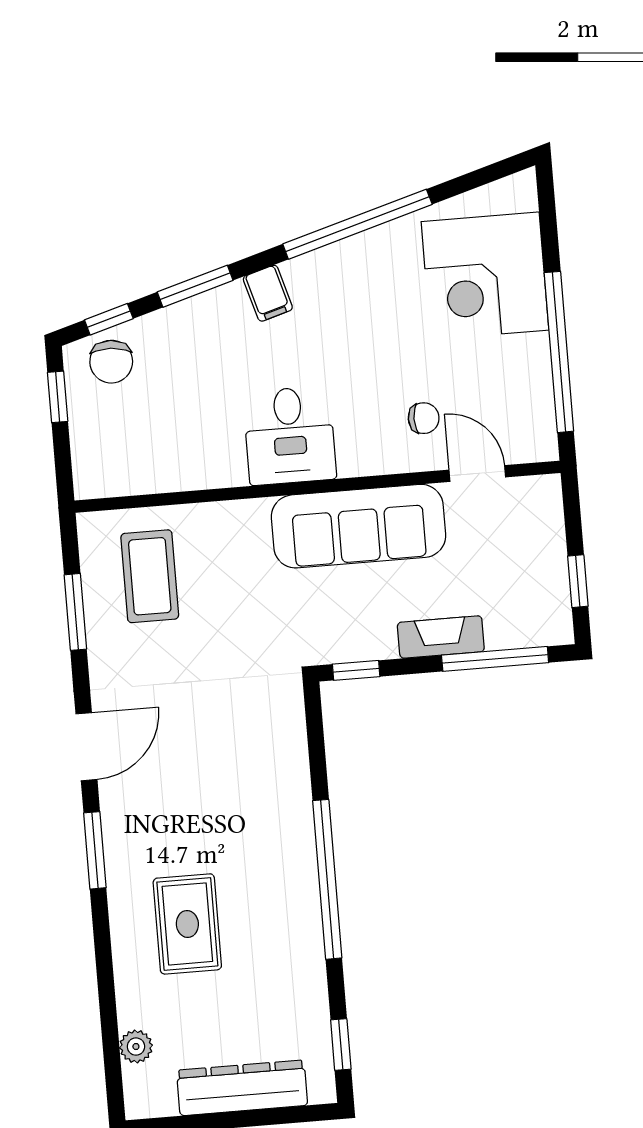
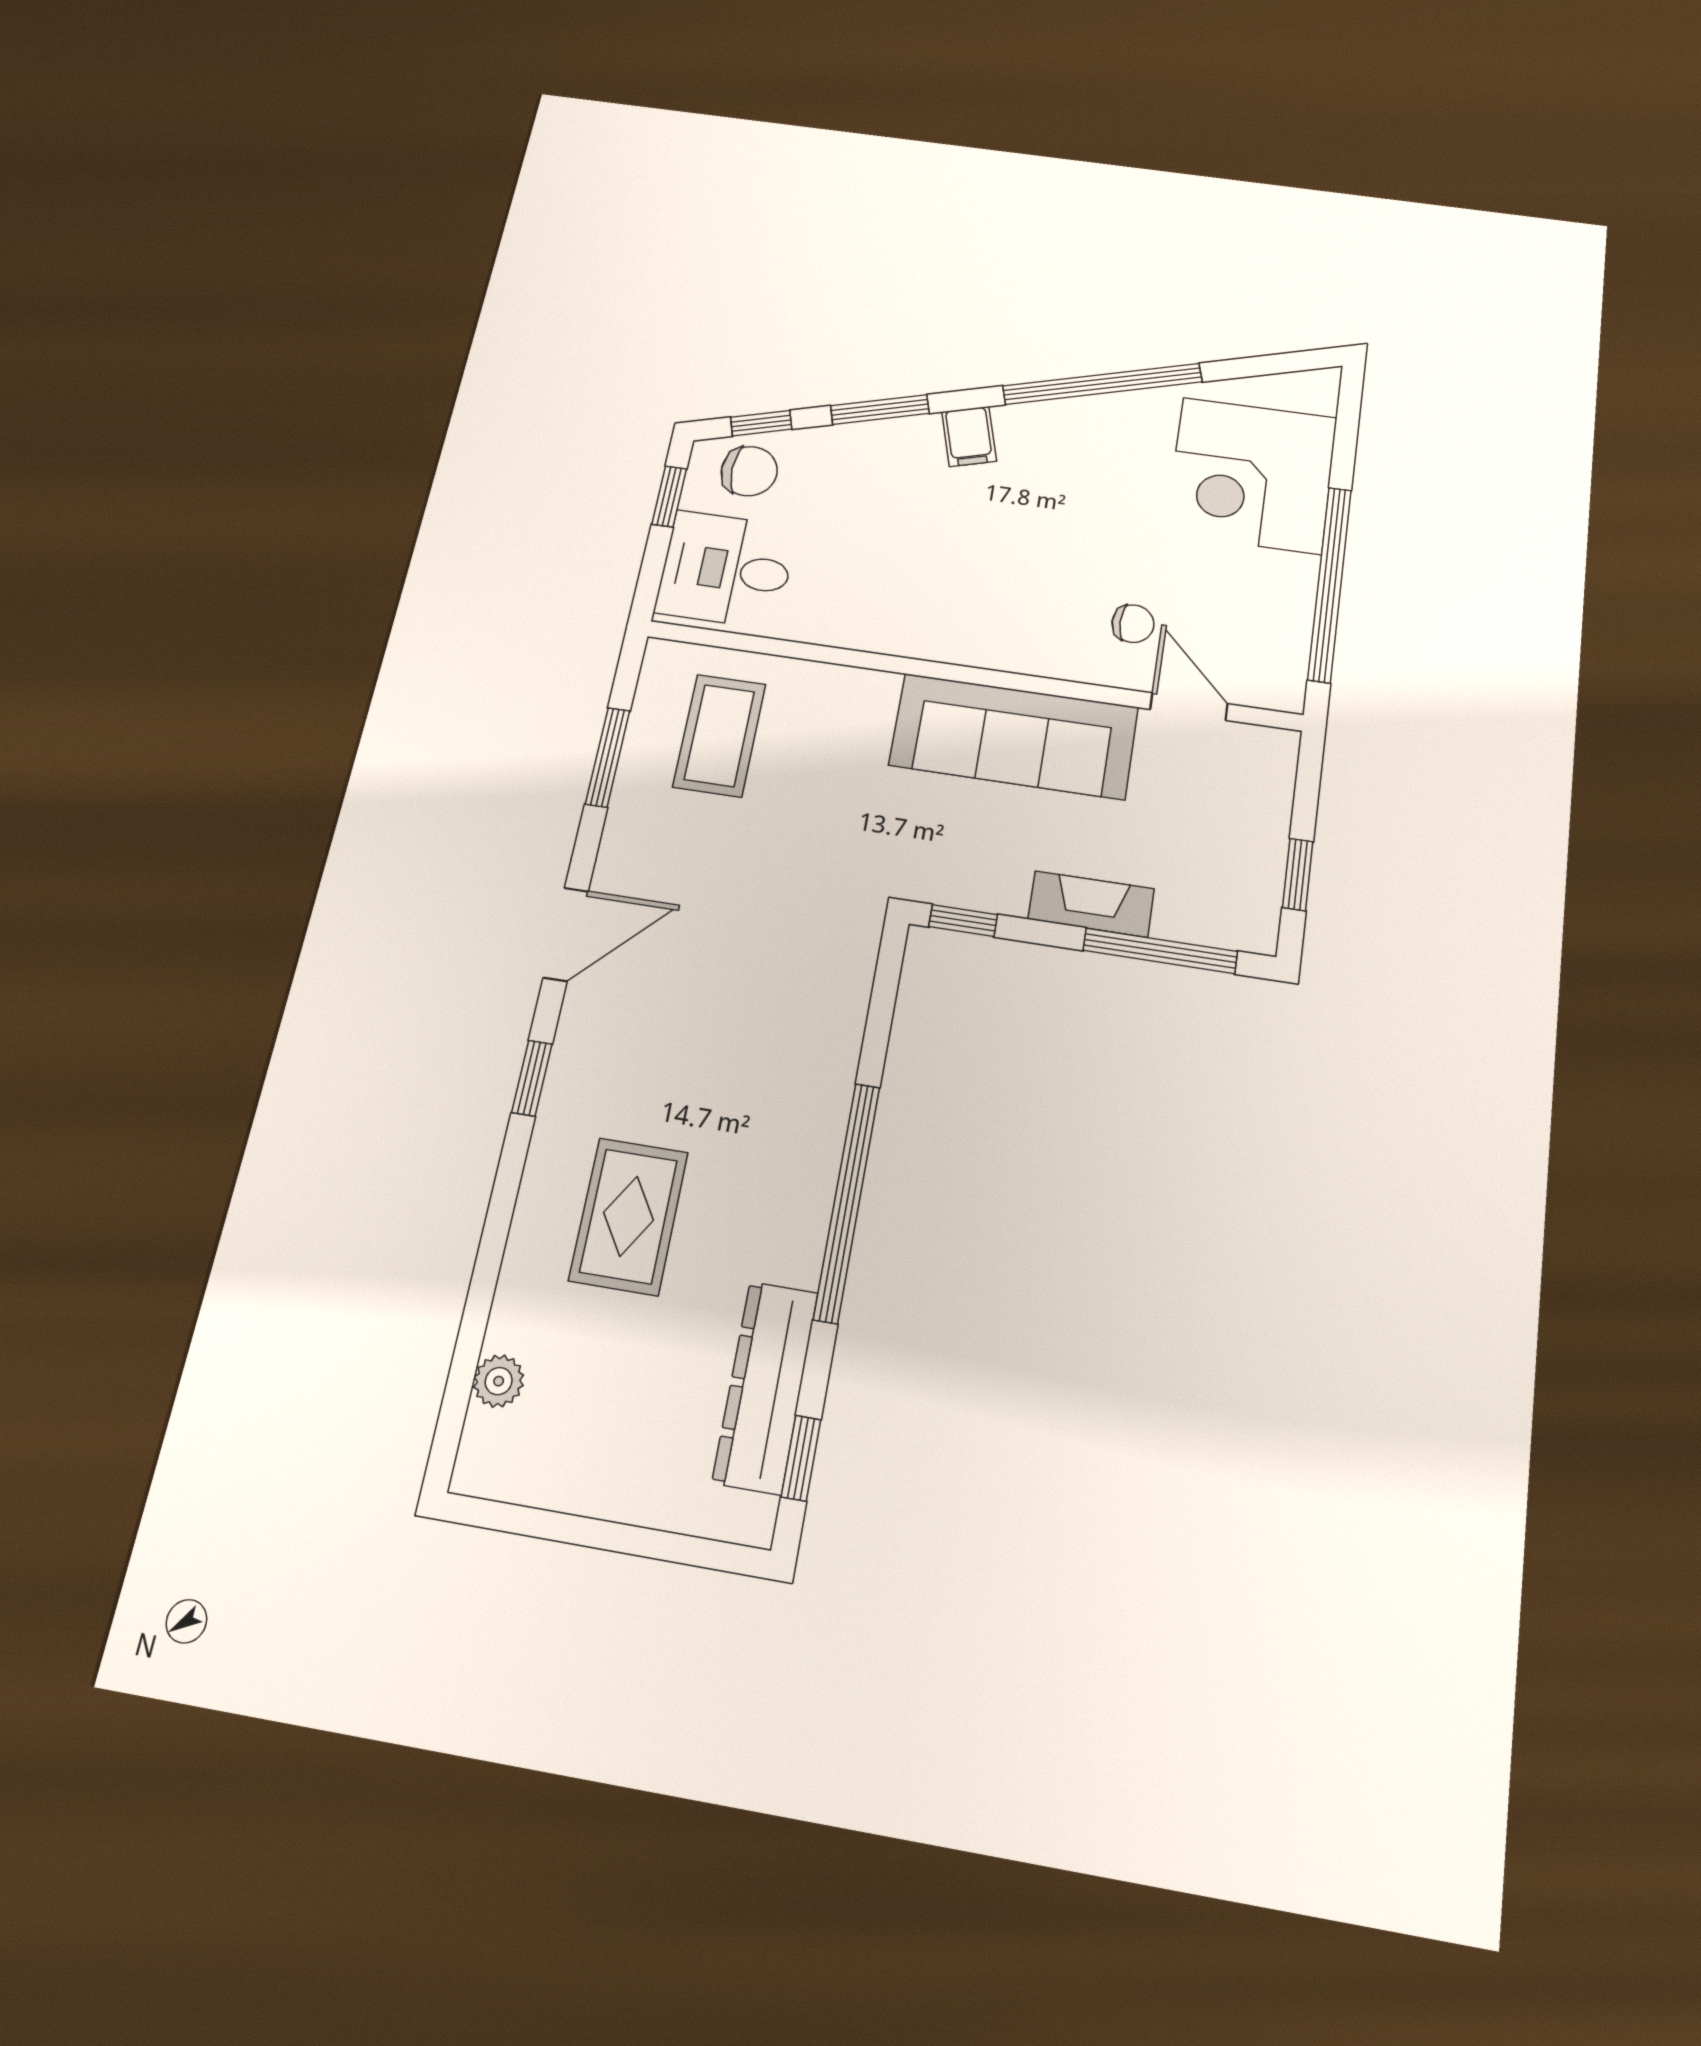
chair: (111, 362) -> (749, 471), turned -93
desk: (290, 436) -> (726, 569), moved, turned 90
window: (95, 850) -> (532, 1078), width x0.67
dresser: (242, 1088) -> (765, 1387), moved, turned -90

